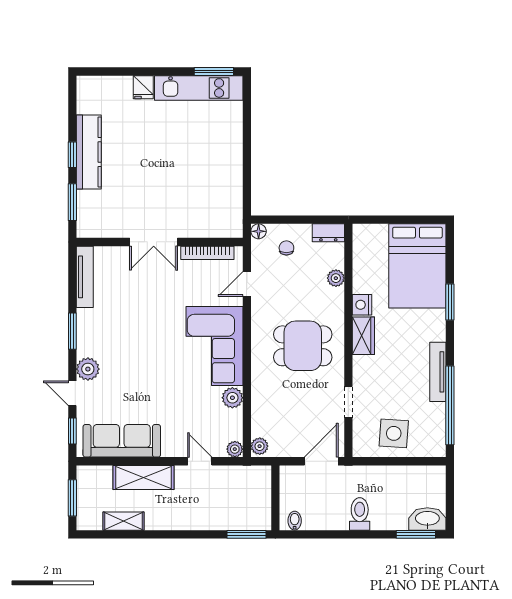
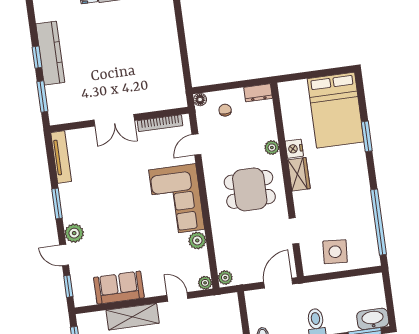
plant: (336, 278) -> (272, 148), moved
tv unit: (438, 372) -> (365, 196), removed
sofa: (122, 441) -> (119, 288), width x0.73

